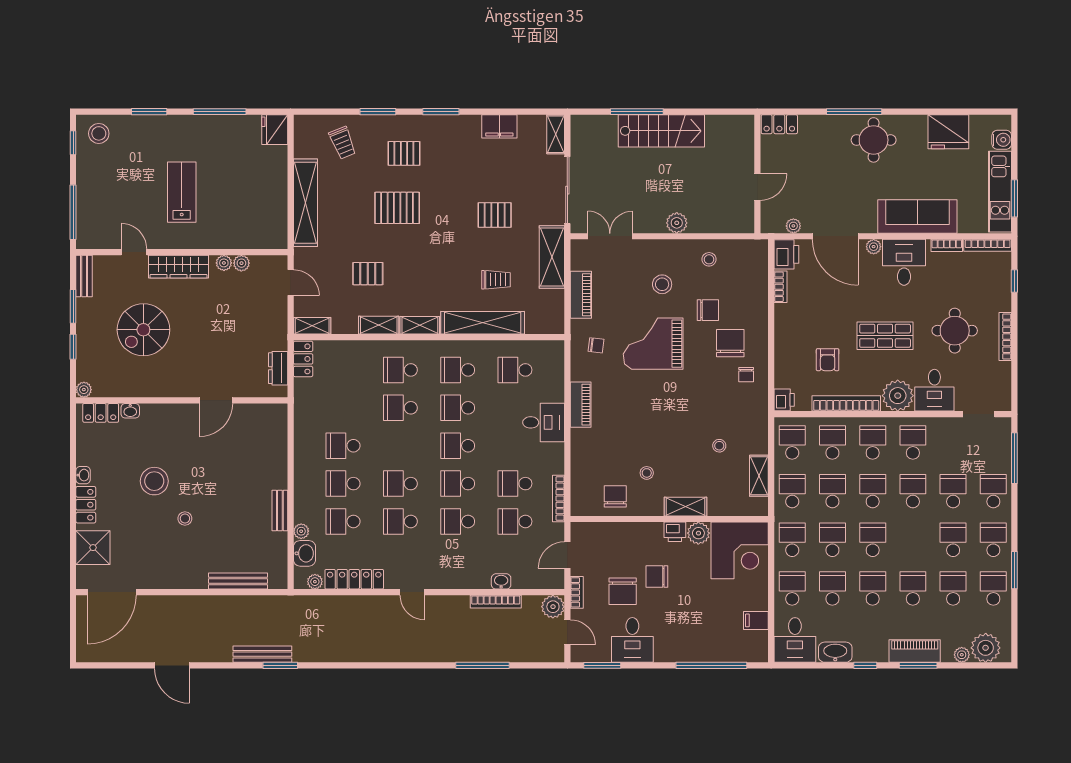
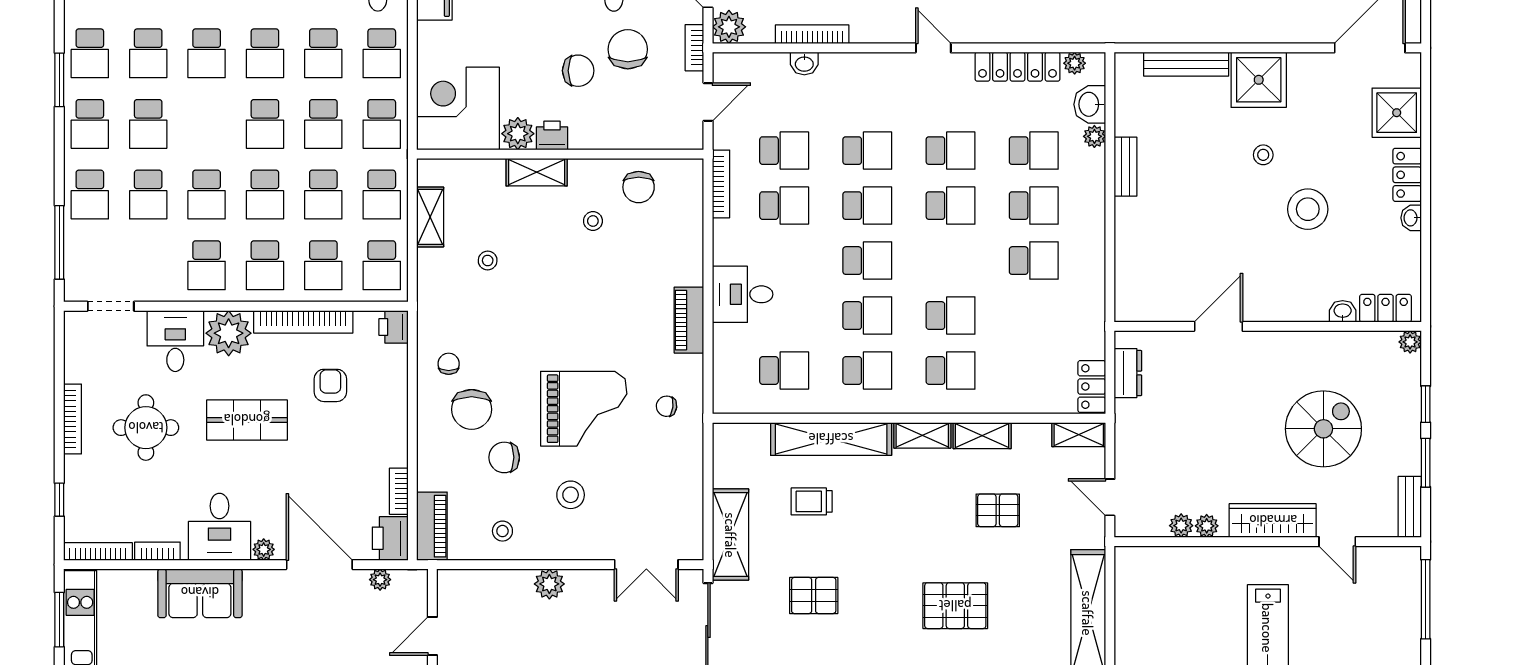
sofa: (917, 216) -> (200, 593), width x0.73
piano: (581, 295) -> (432, 526), moved, turned 180
shower: (188, 570) -> (1259, 80), added

